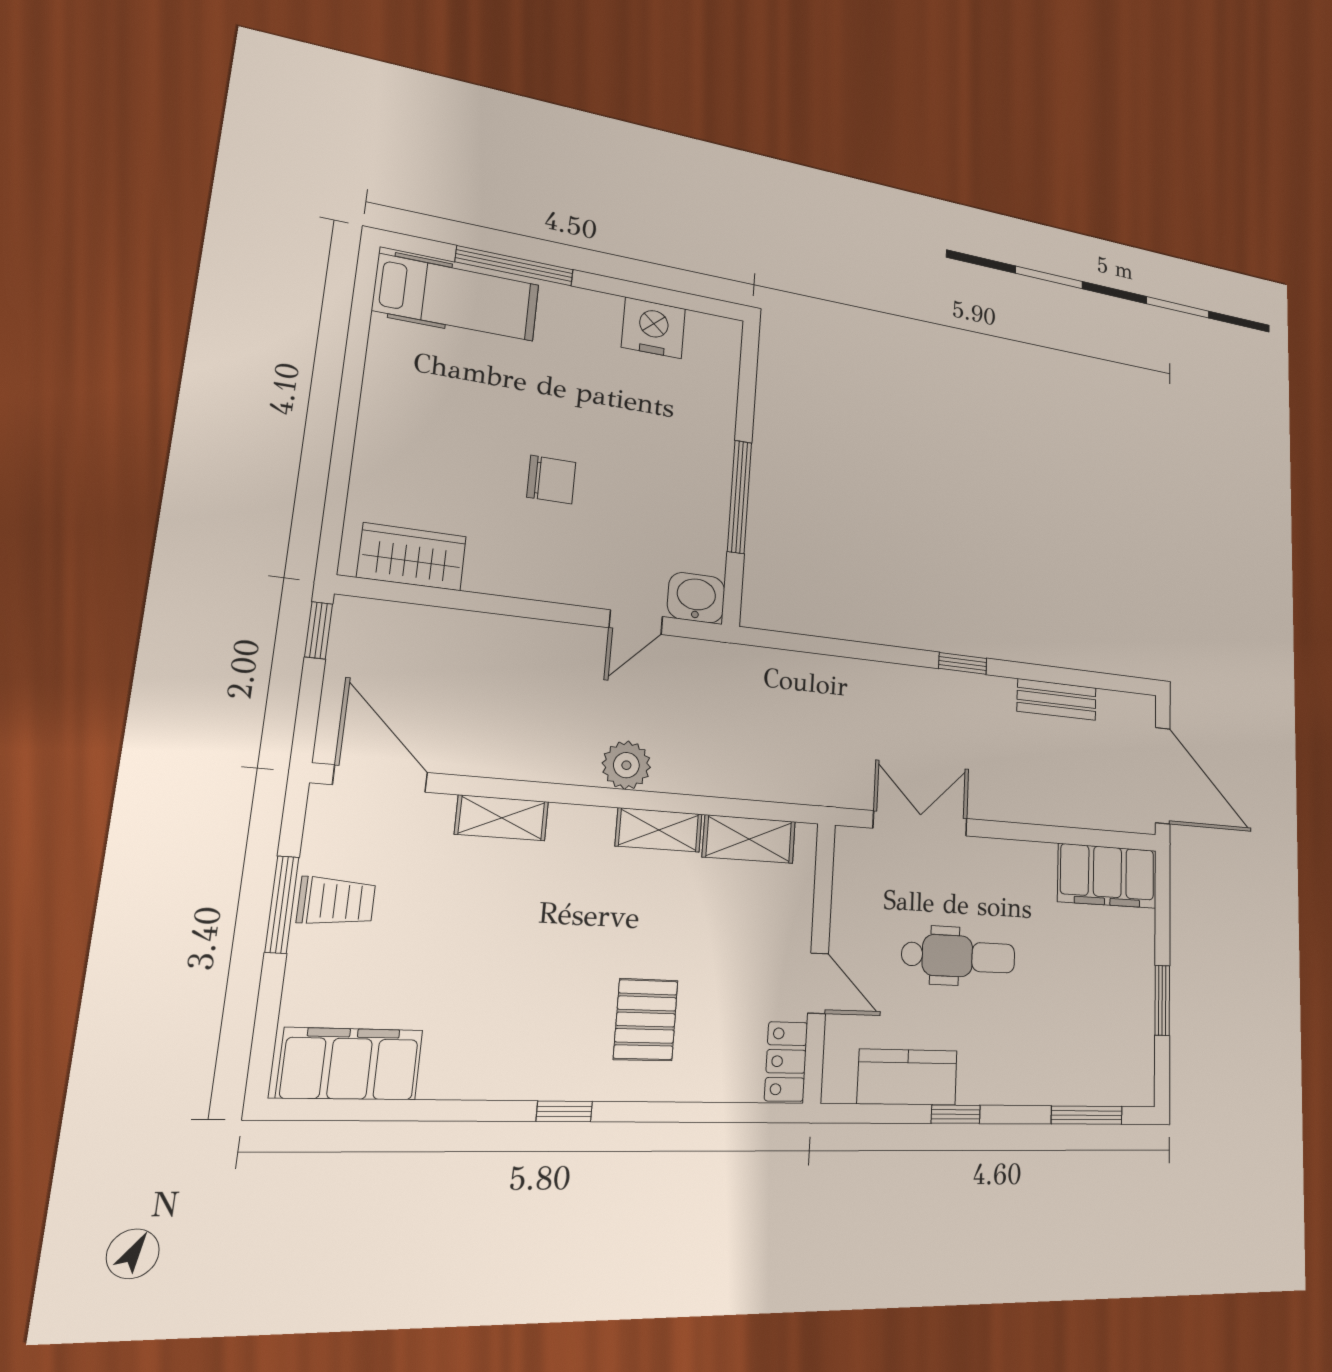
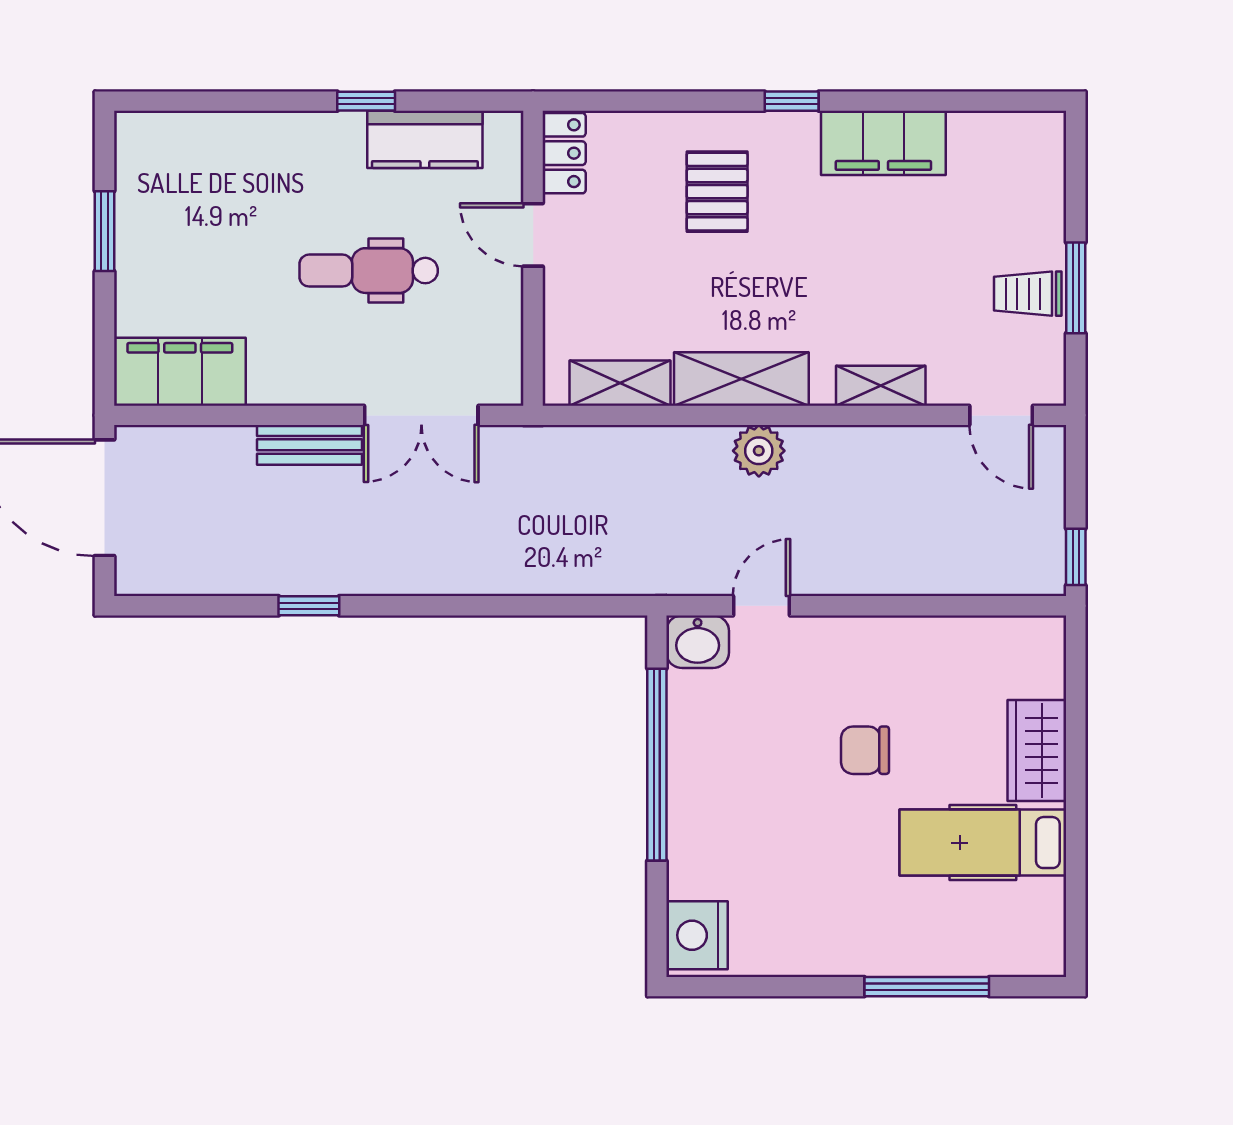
hospital bed: (457, 298) -> (983, 843), moved
nightstand: (654, 328) -> (697, 935), moved, turned 90
window: (739, 497) -> (657, 765), width x1.46
wardrobe: (412, 557) -> (1037, 751), moved, turned 90
window: (963, 663) -> (309, 606), moved
bench: (1057, 699) -> (310, 445), moved
door: (380, 779) -> (1001, 415), width x0.73
shelving: (659, 830) -> (741, 379), width x1.50, depth x1.33
filing cabinet: (350, 1064) -> (883, 143), moved
window: (1087, 1115) -> (203, 101), removed

